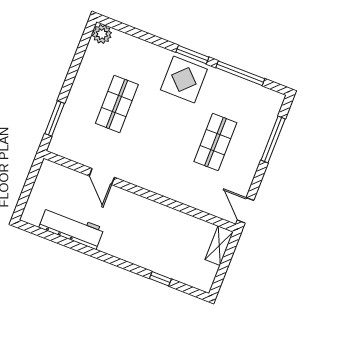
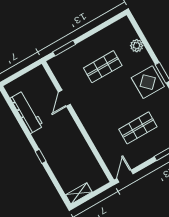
plant: (102, 34) -> (137, 46), moved
shelving: (219, 246) -> (79, 193), moved
window: (160, 279) -> (41, 156), moved

